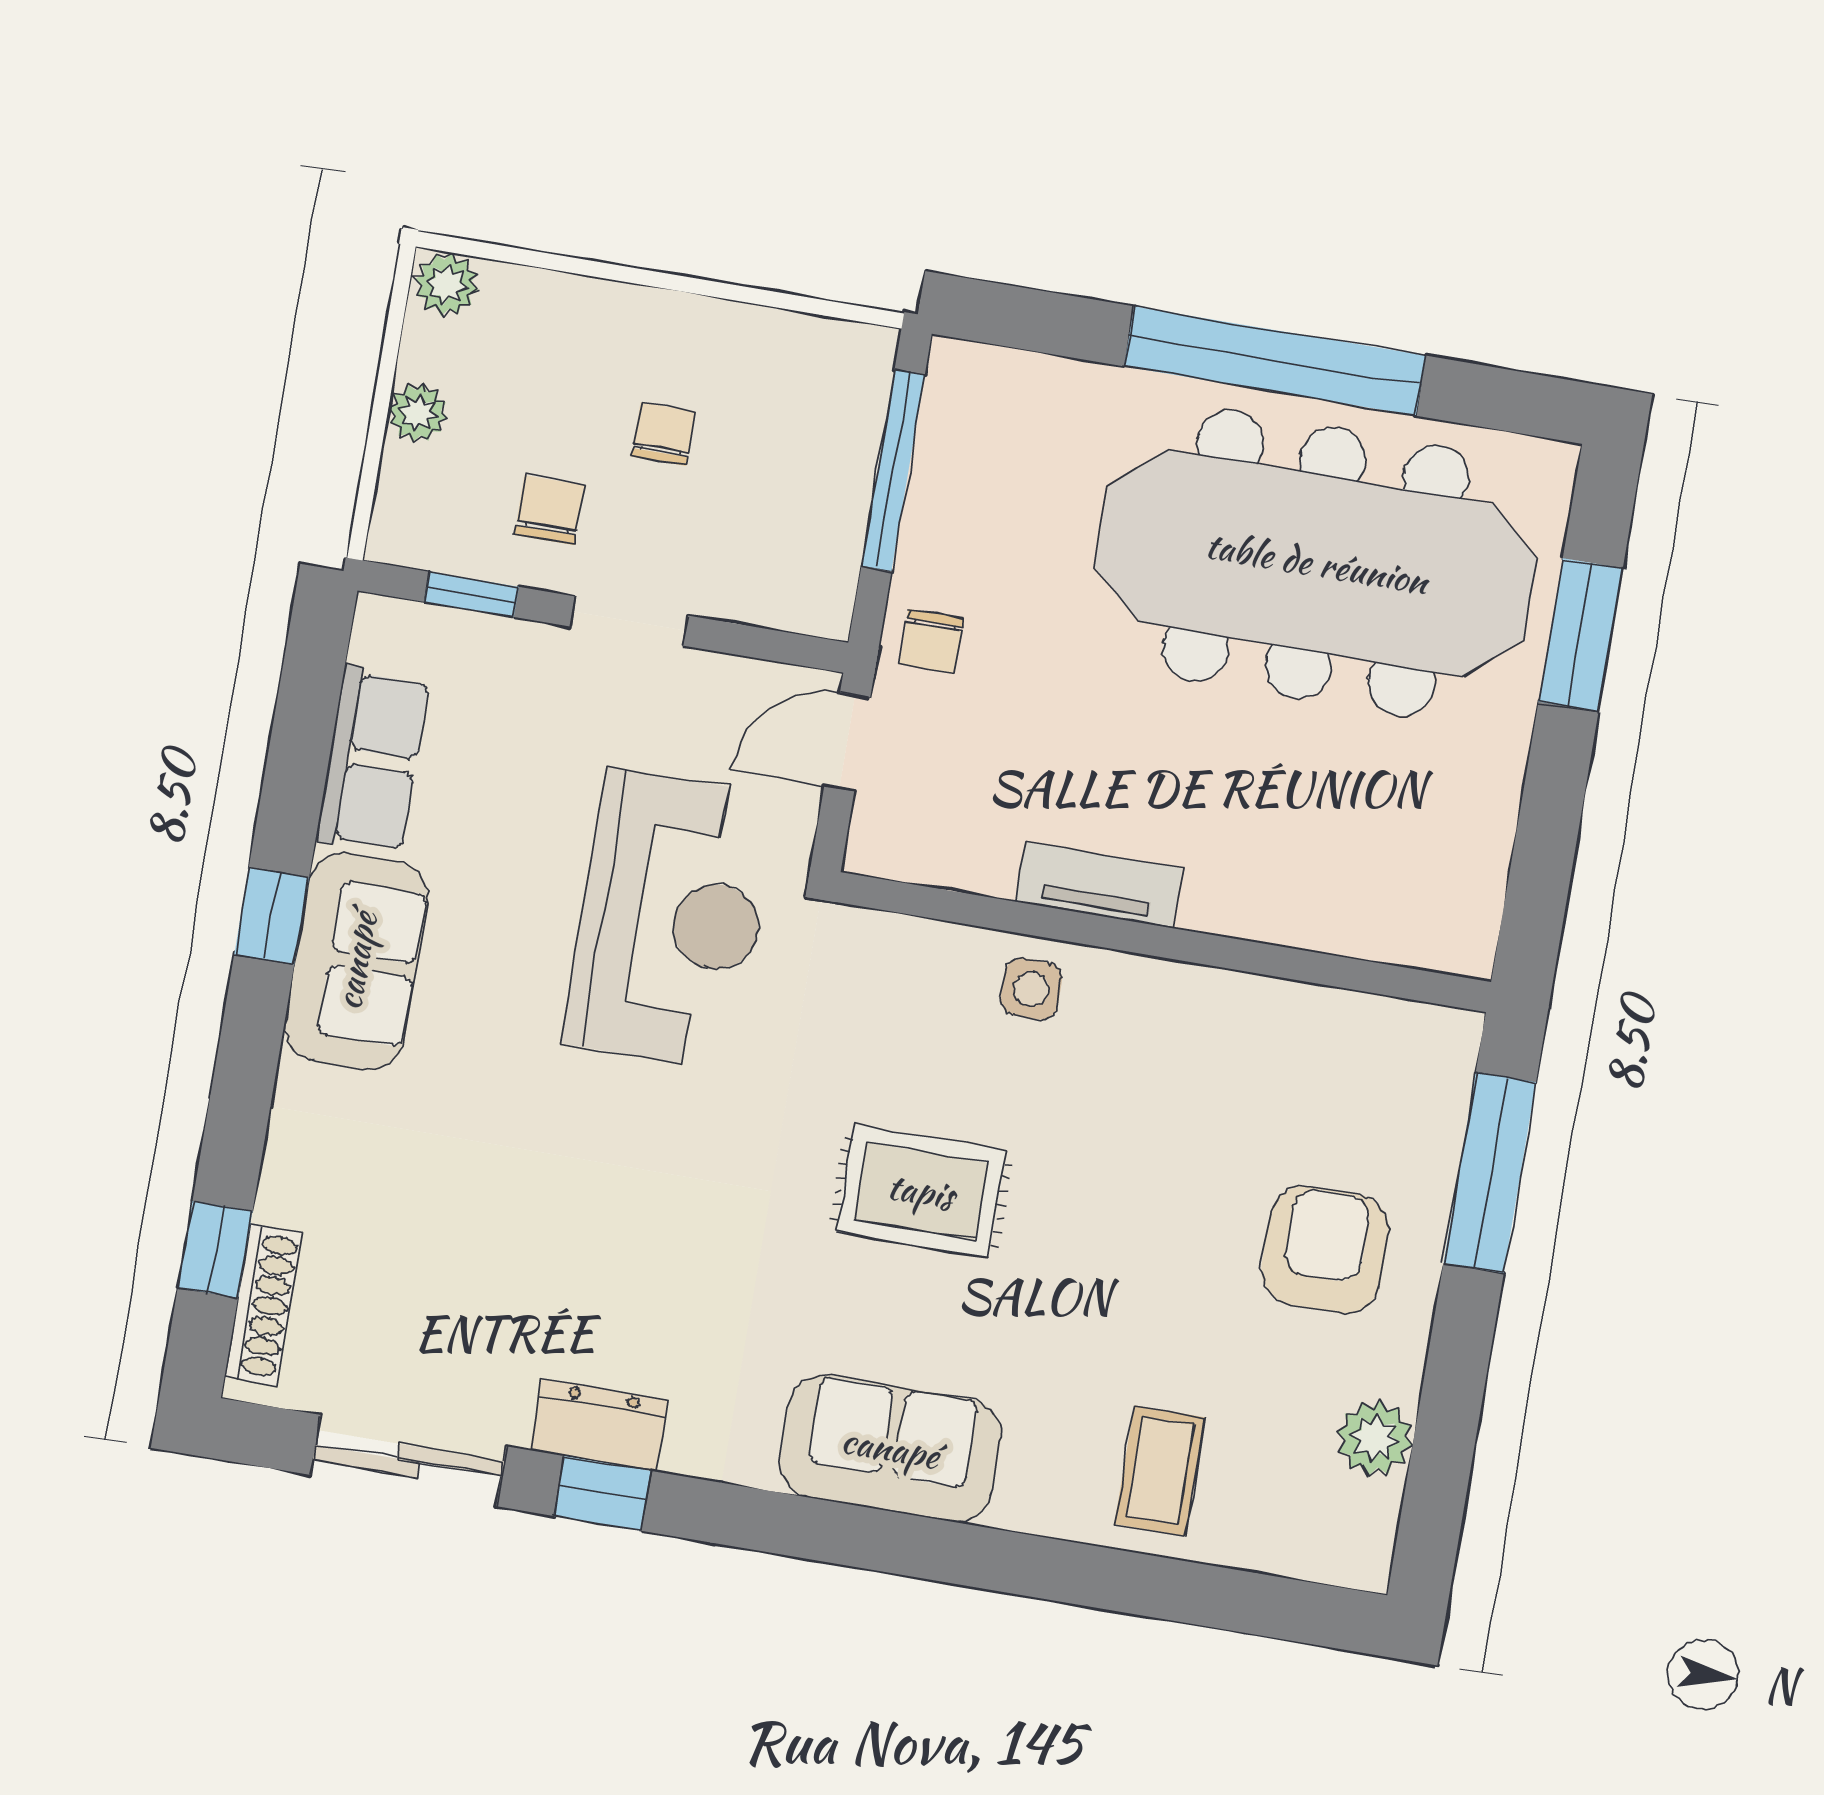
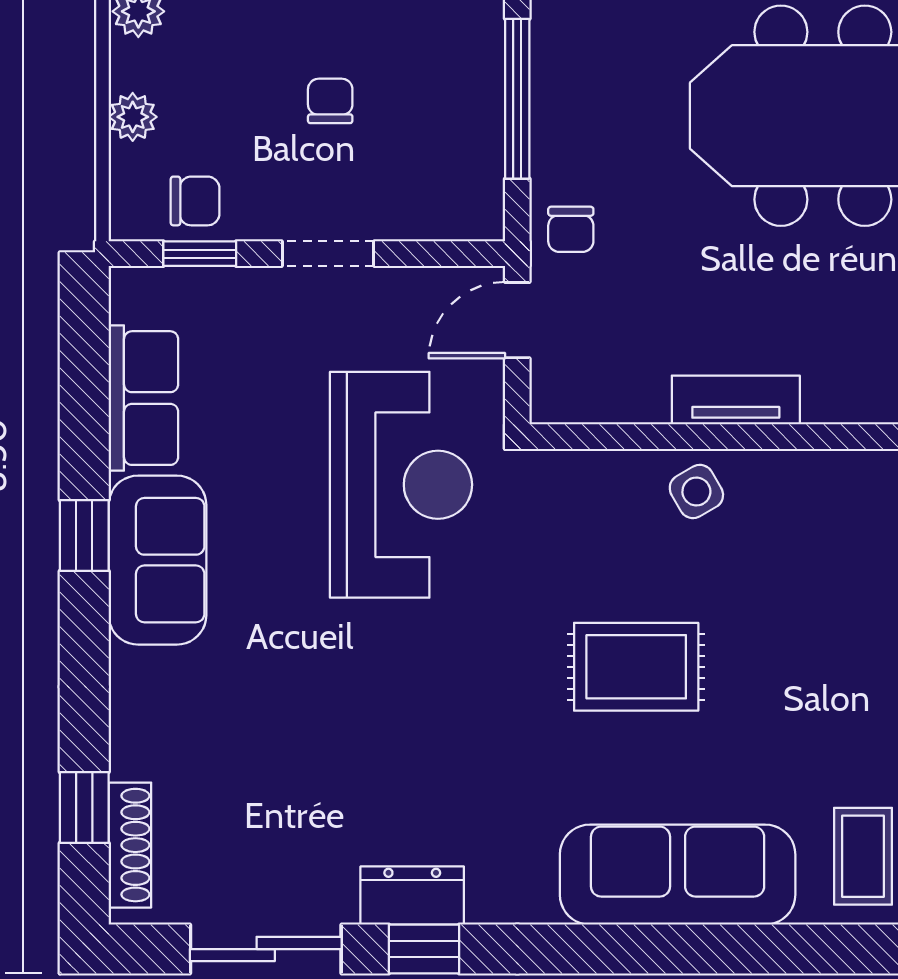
chair: (549, 510) -> (195, 201), moved, turned 90
side table: (1031, 989) -> (696, 492), turned -30
sofa: (890, 1448) -> (678, 875), width x1.36

